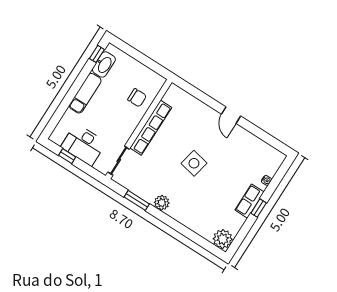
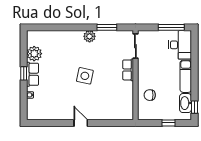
window: (136, 55) -> (168, 123), added
row of seats: (151, 128) -> (128, 70), width x0.50
desk: (84, 145) -> (180, 45), moved, turned 90
window: (67, 156) -> (171, 27), width x2.17
plant: (223, 239) -> (34, 54), moved

